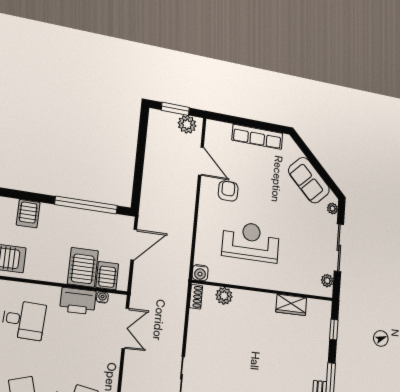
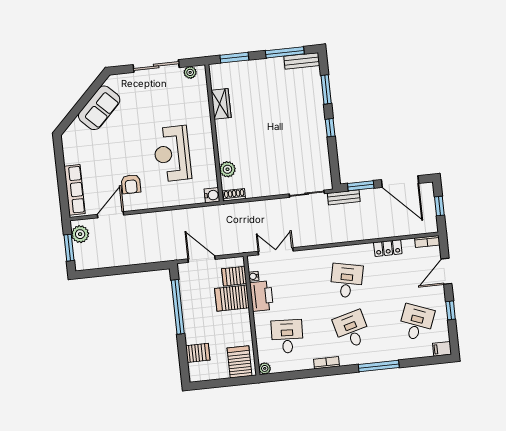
row of seats: (257, 137) -> (75, 190), moved
armchair: (228, 191) -> (131, 184), turned -90
plant: (332, 209) -> (120, 79), removed
window: (334, 330) -> (234, 58), width x1.50

